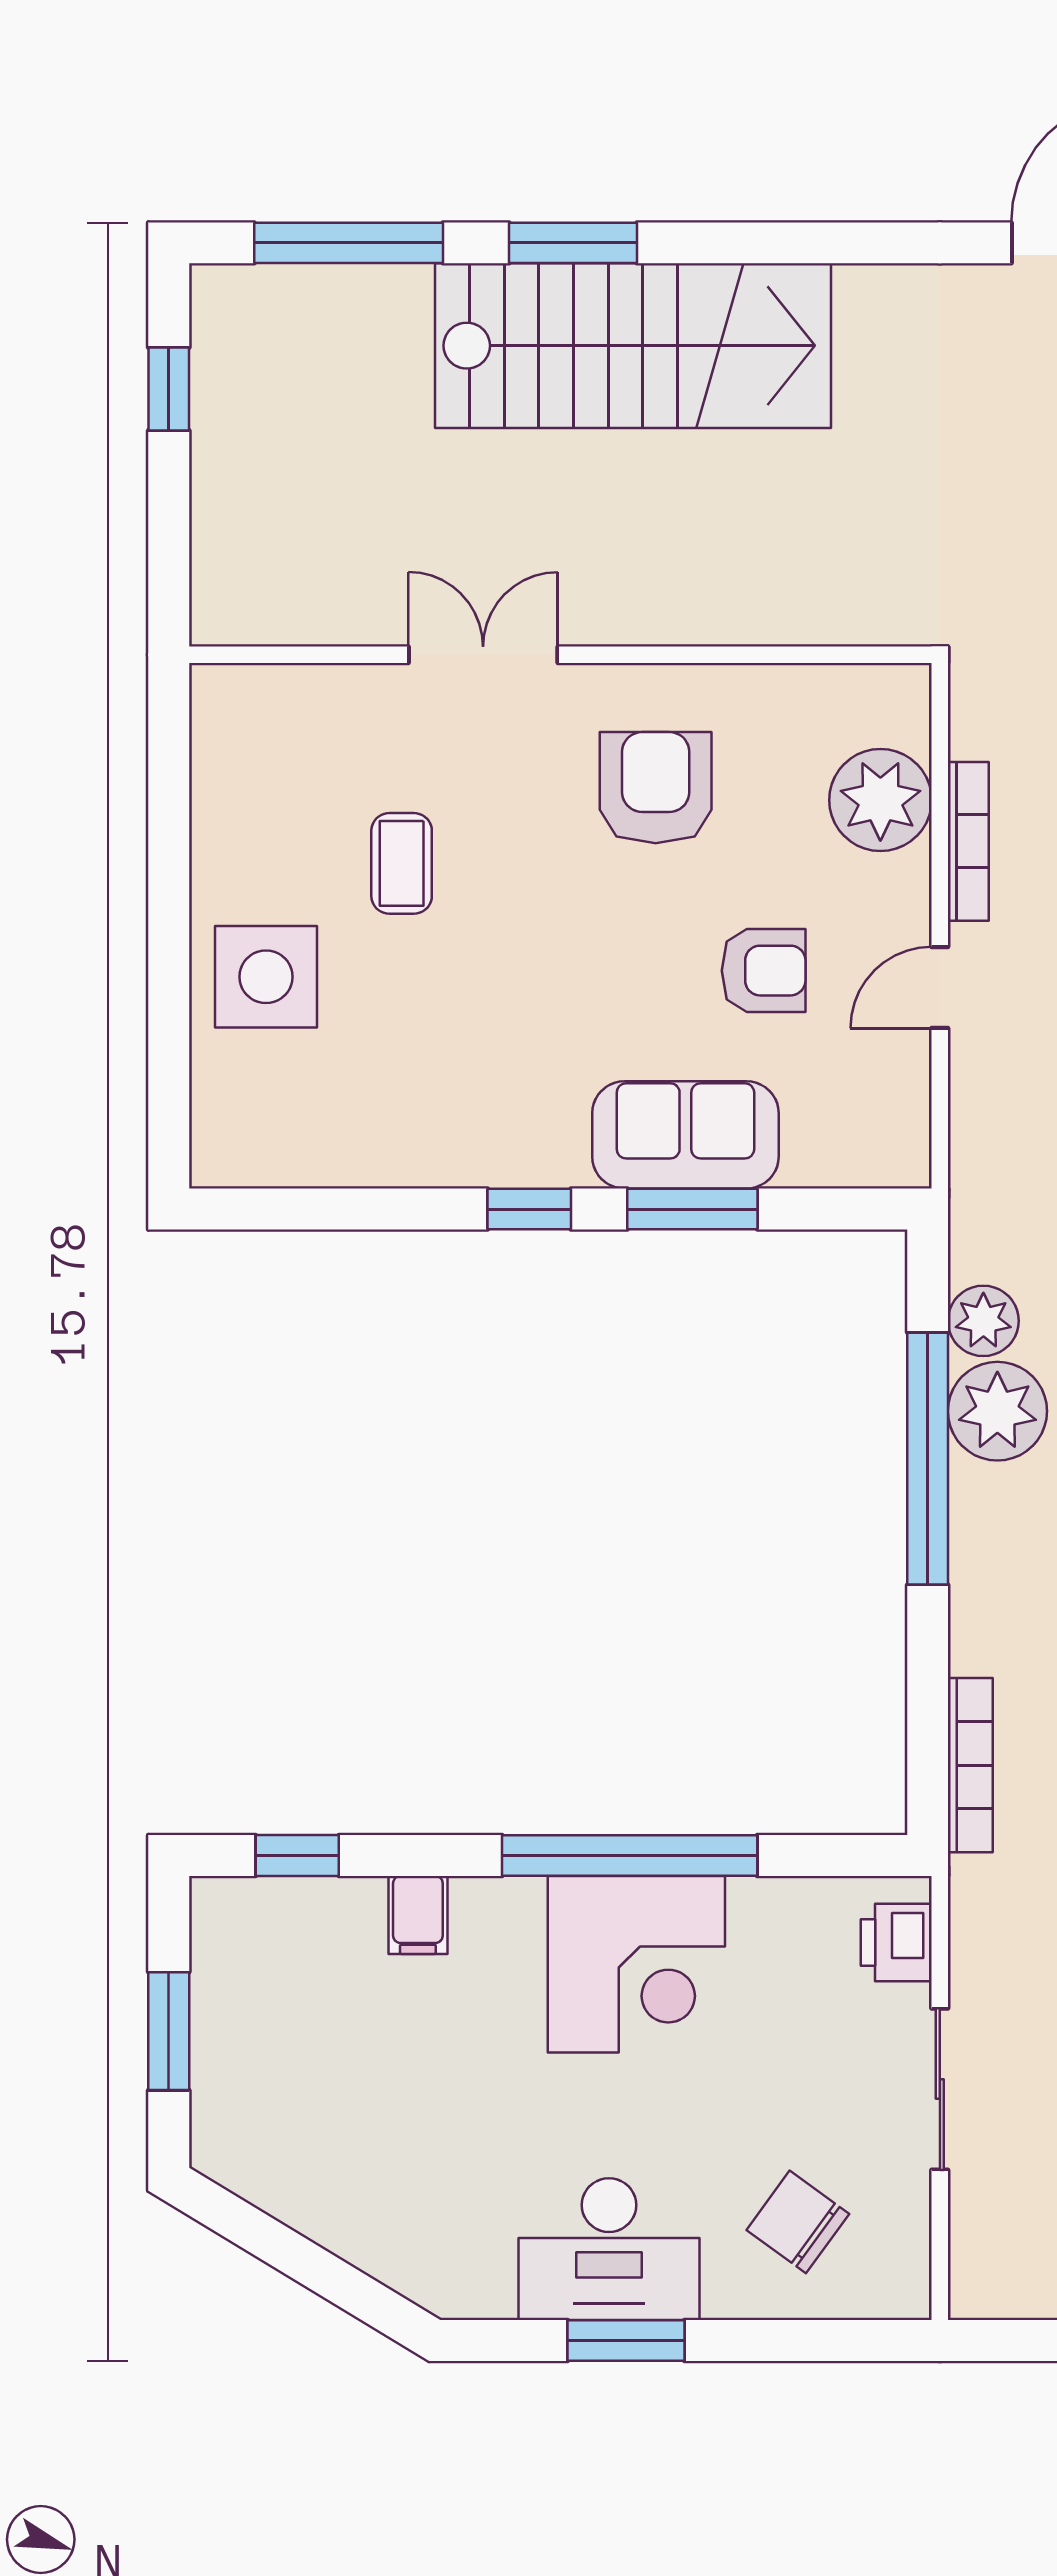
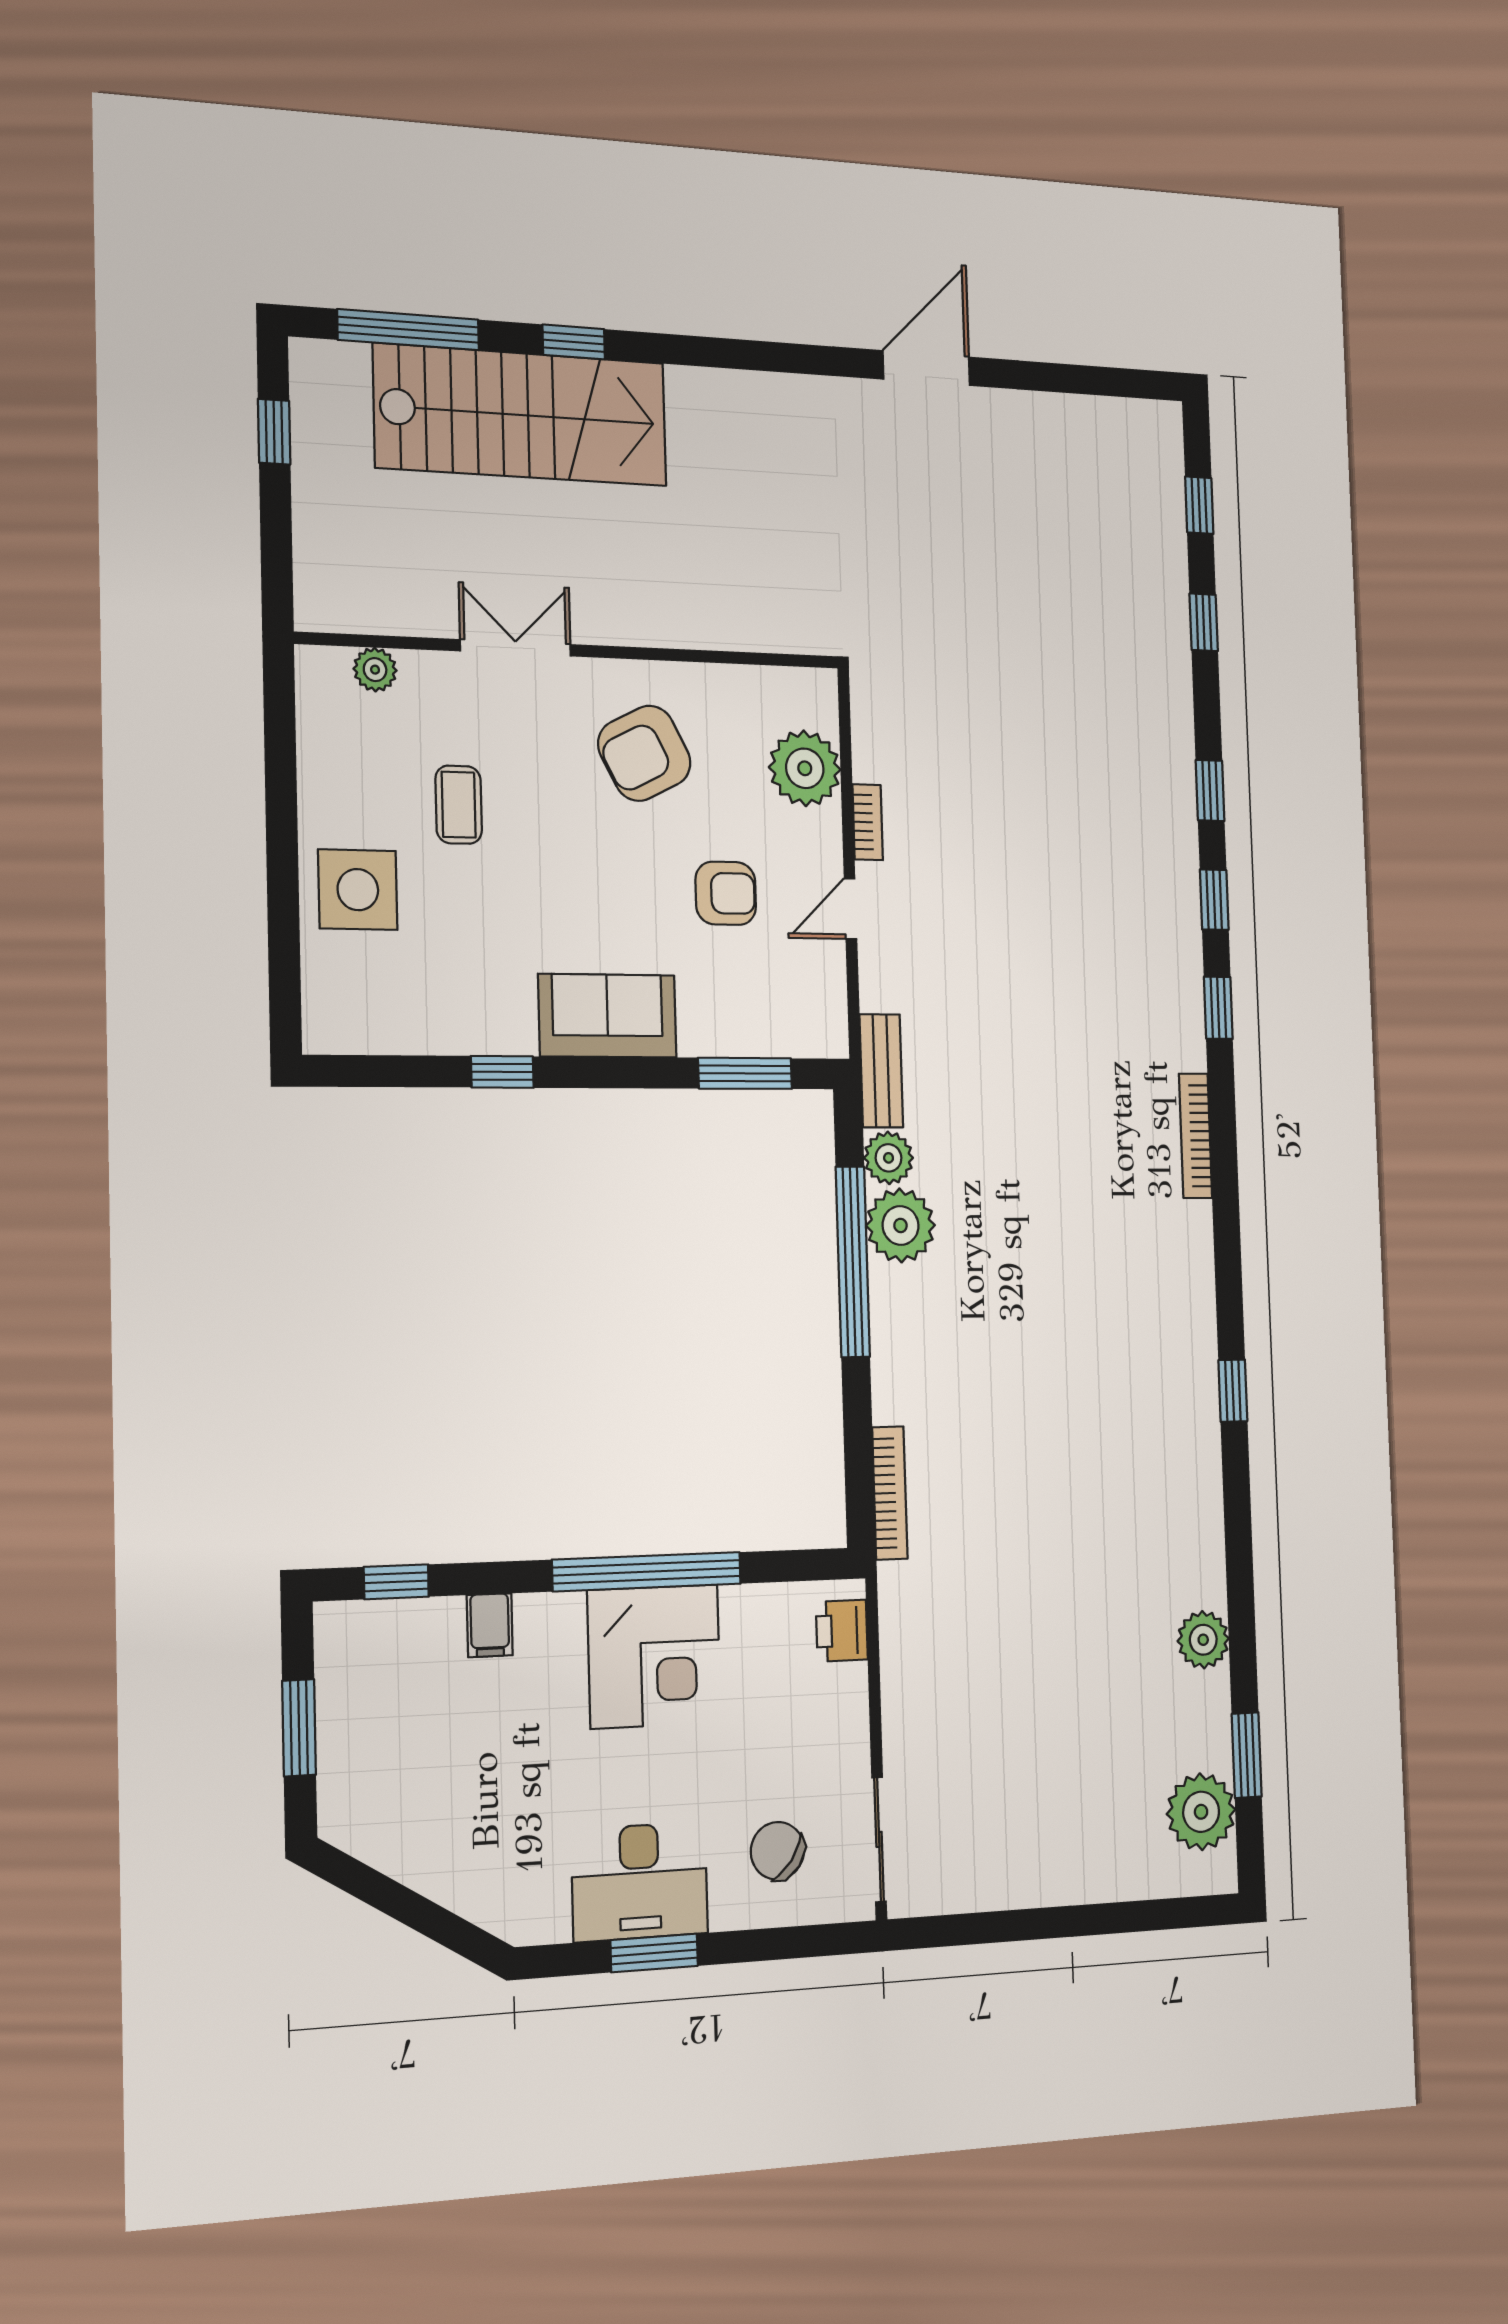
window: (573, 243) -> (574, 342), width x0.67
stairs: (633, 346) -> (521, 415), moved
plant: (295, 692) -> (375, 670), added
armchair: (656, 788) -> (644, 753), turned -117
bookcase: (968, 841) -> (868, 822), width x0.64
sofa: (685, 1135) -> (607, 1016), moved
bench: (977, 1204) -> (881, 1071), added
window: (529, 1209) -> (502, 1072), moved
window: (692, 1209) -> (745, 1073), moved
sliding door: (940, 2089) -> (879, 1839), moved

